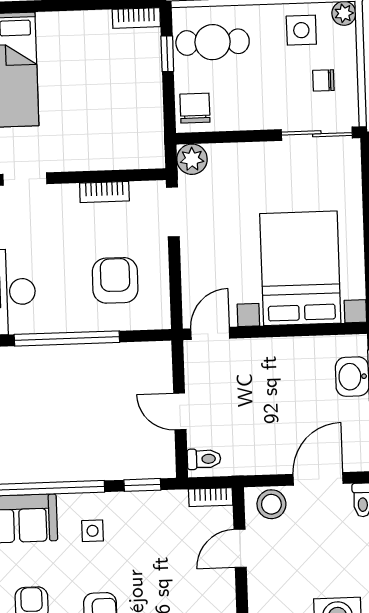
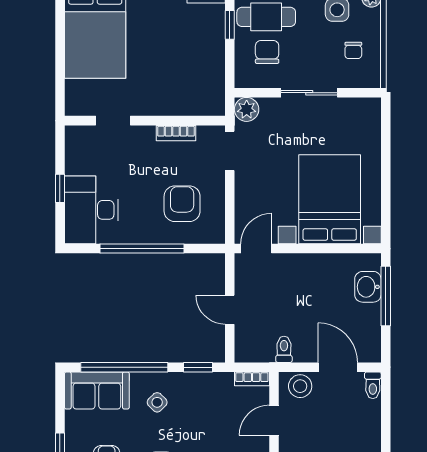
chair: (323, 80) -> (353, 50), turned -90
chair: (195, 108) -> (267, 52), moved
sliding door: (317, 134) -> (309, 93), moved
toilet: (204, 459) -> (284, 349), moved, turned -90
door: (318, 479) -> (338, 367), hinge flipped
side table: (93, 531) -> (157, 402), turned 45

